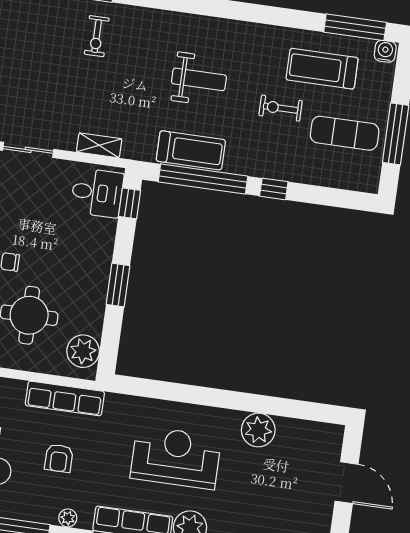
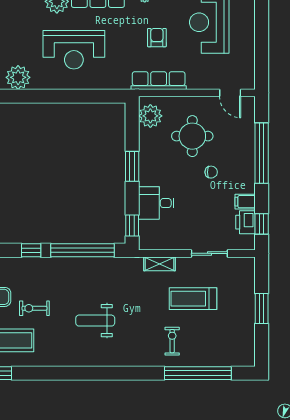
exercise bike: (281, 108) -> (34, 308), turned 180
treadmill: (191, 150) -> (193, 299), moved
desk: (97, 193) -> (156, 203), moved

